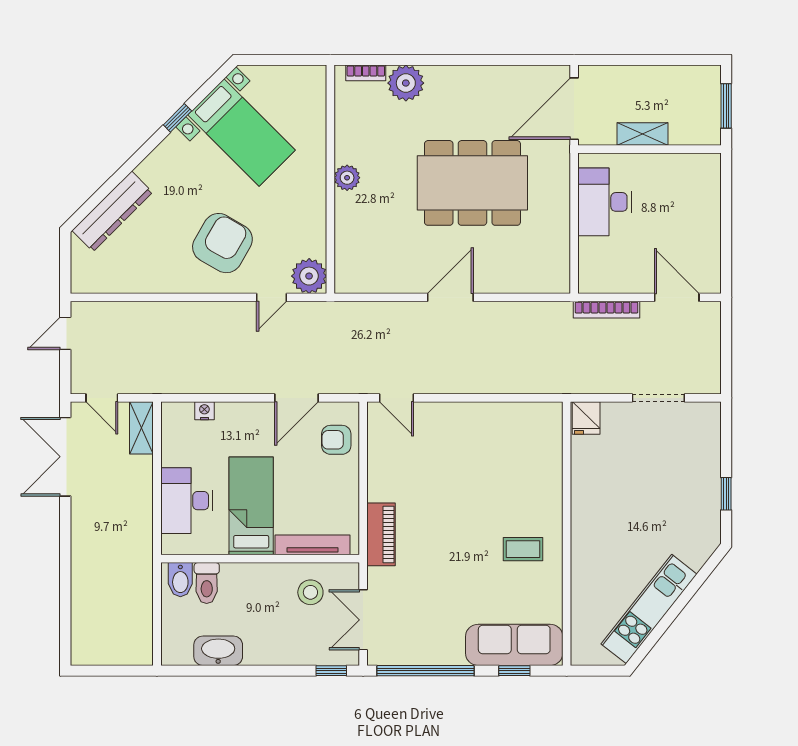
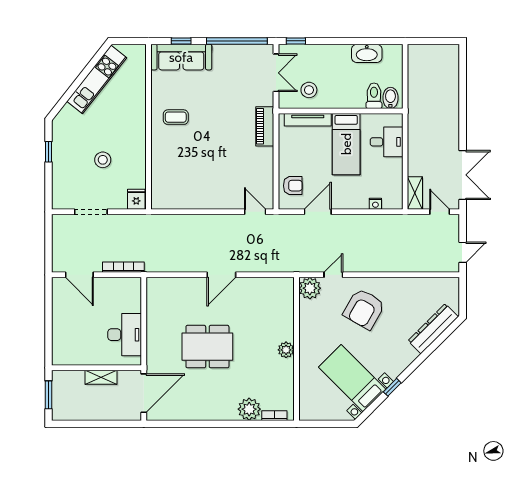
dining table: (472, 183) -> (207, 347), width x0.73, depth x0.80
stool: (639, 481) -> (103, 160), added
desk: (187, 501) -> (387, 142), width x0.73

